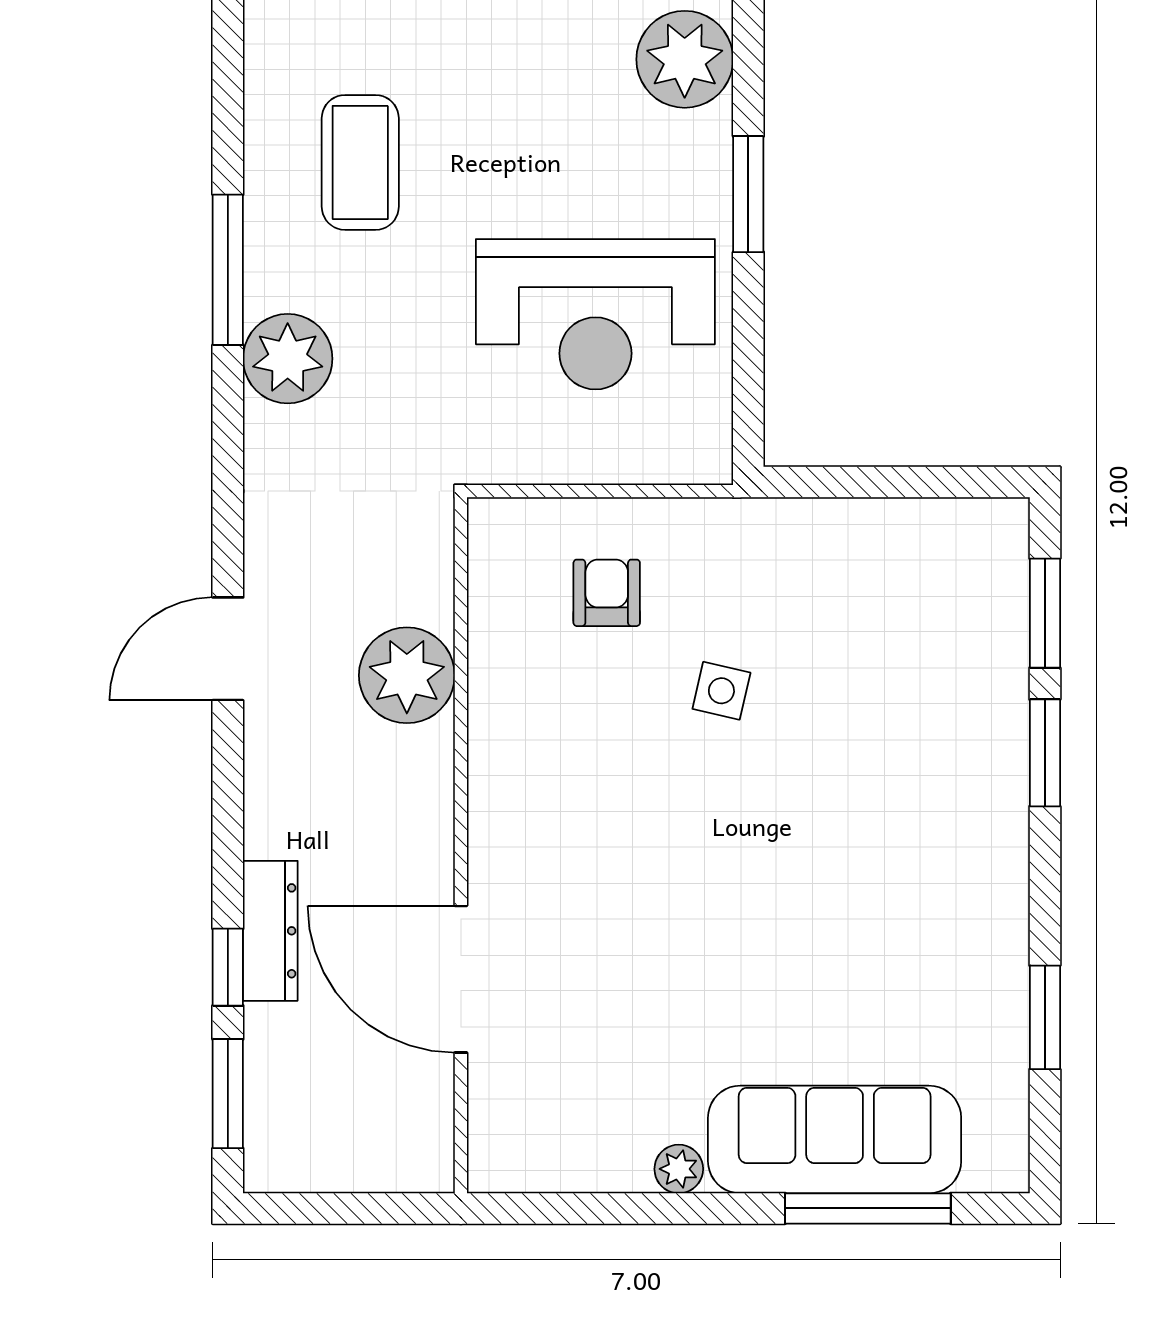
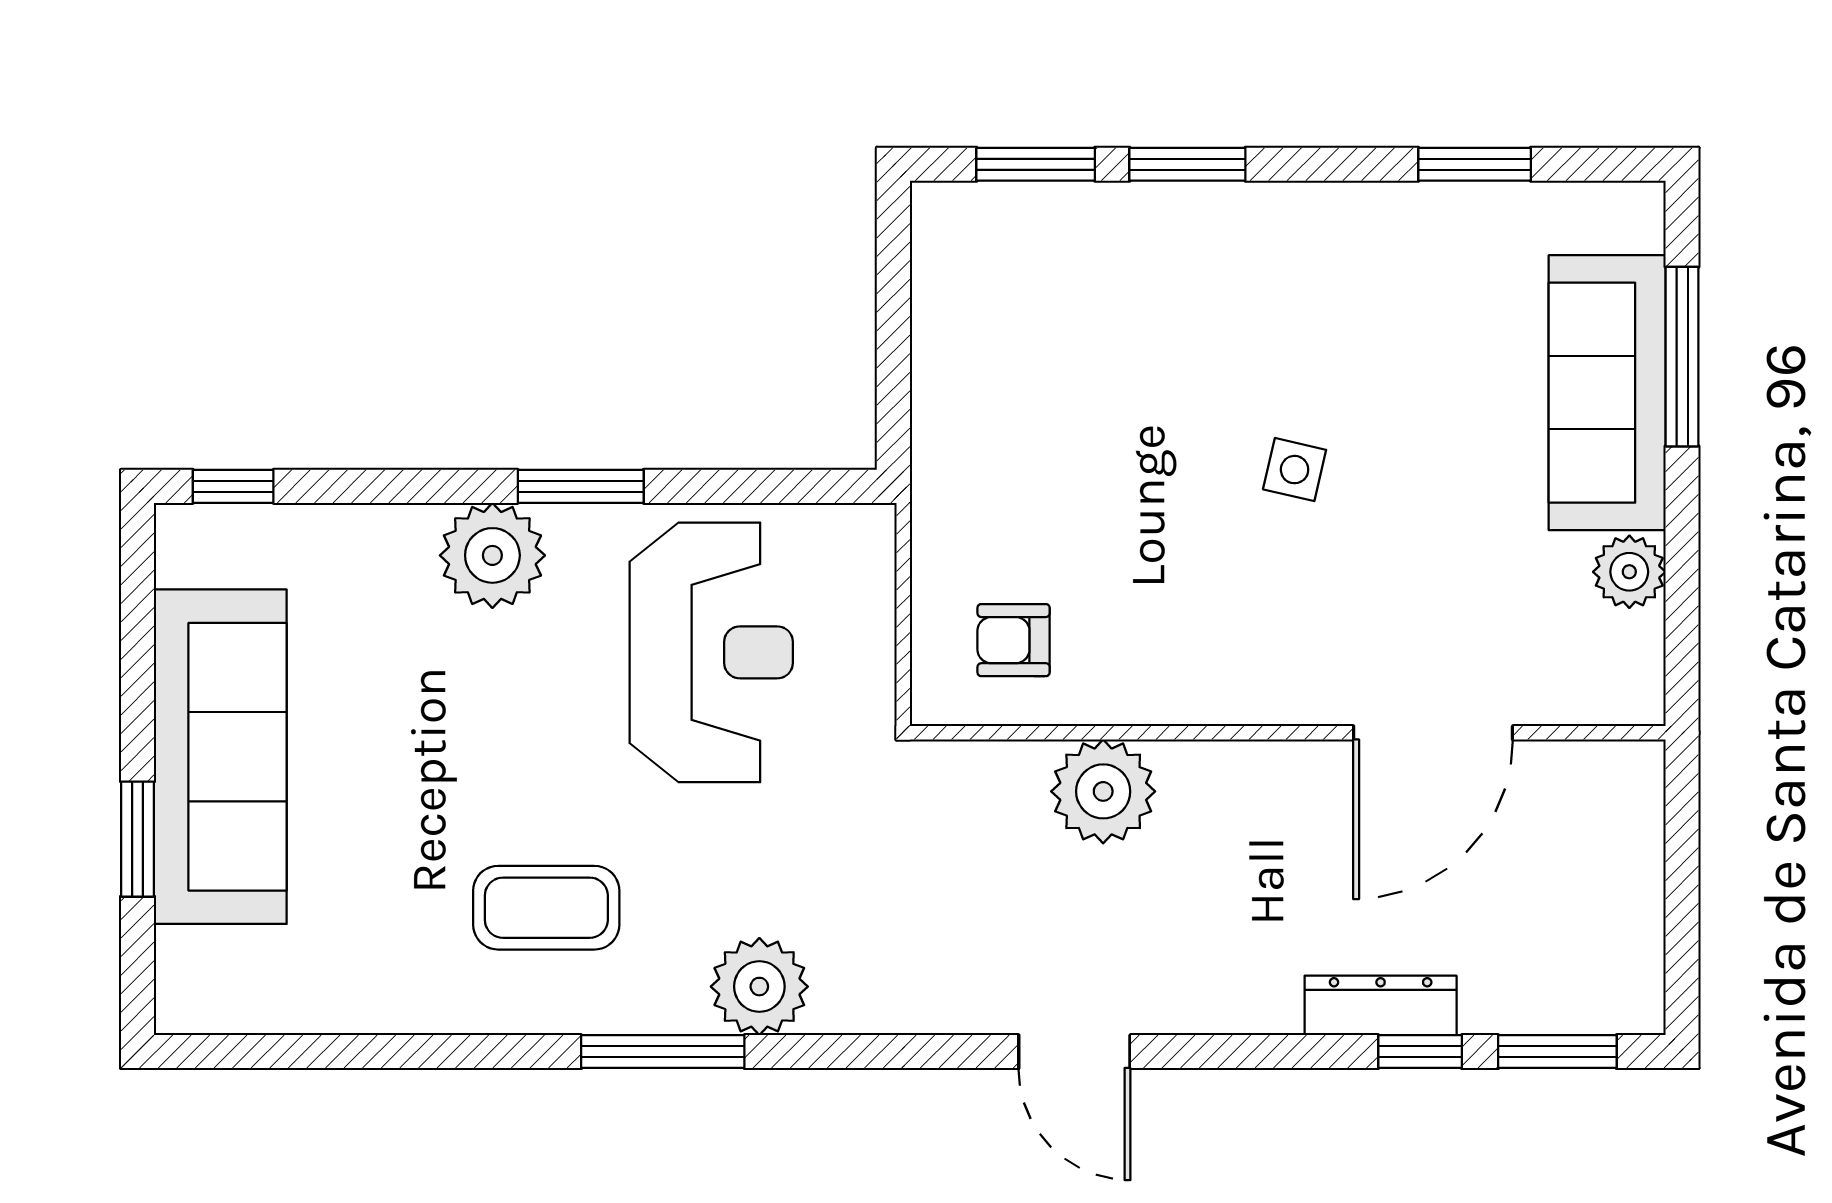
plant: (685, 59) -> (492, 555), moved
plant: (407, 675) -> (1103, 791), moved
side table: (721, 691) -> (1295, 470), moved
wall: (461, 845) -> (1288, 733), moved
door: (461, 979) -> (1433, 733), moved
plant: (679, 1169) -> (1629, 572), width x1.38, depth x1.38

